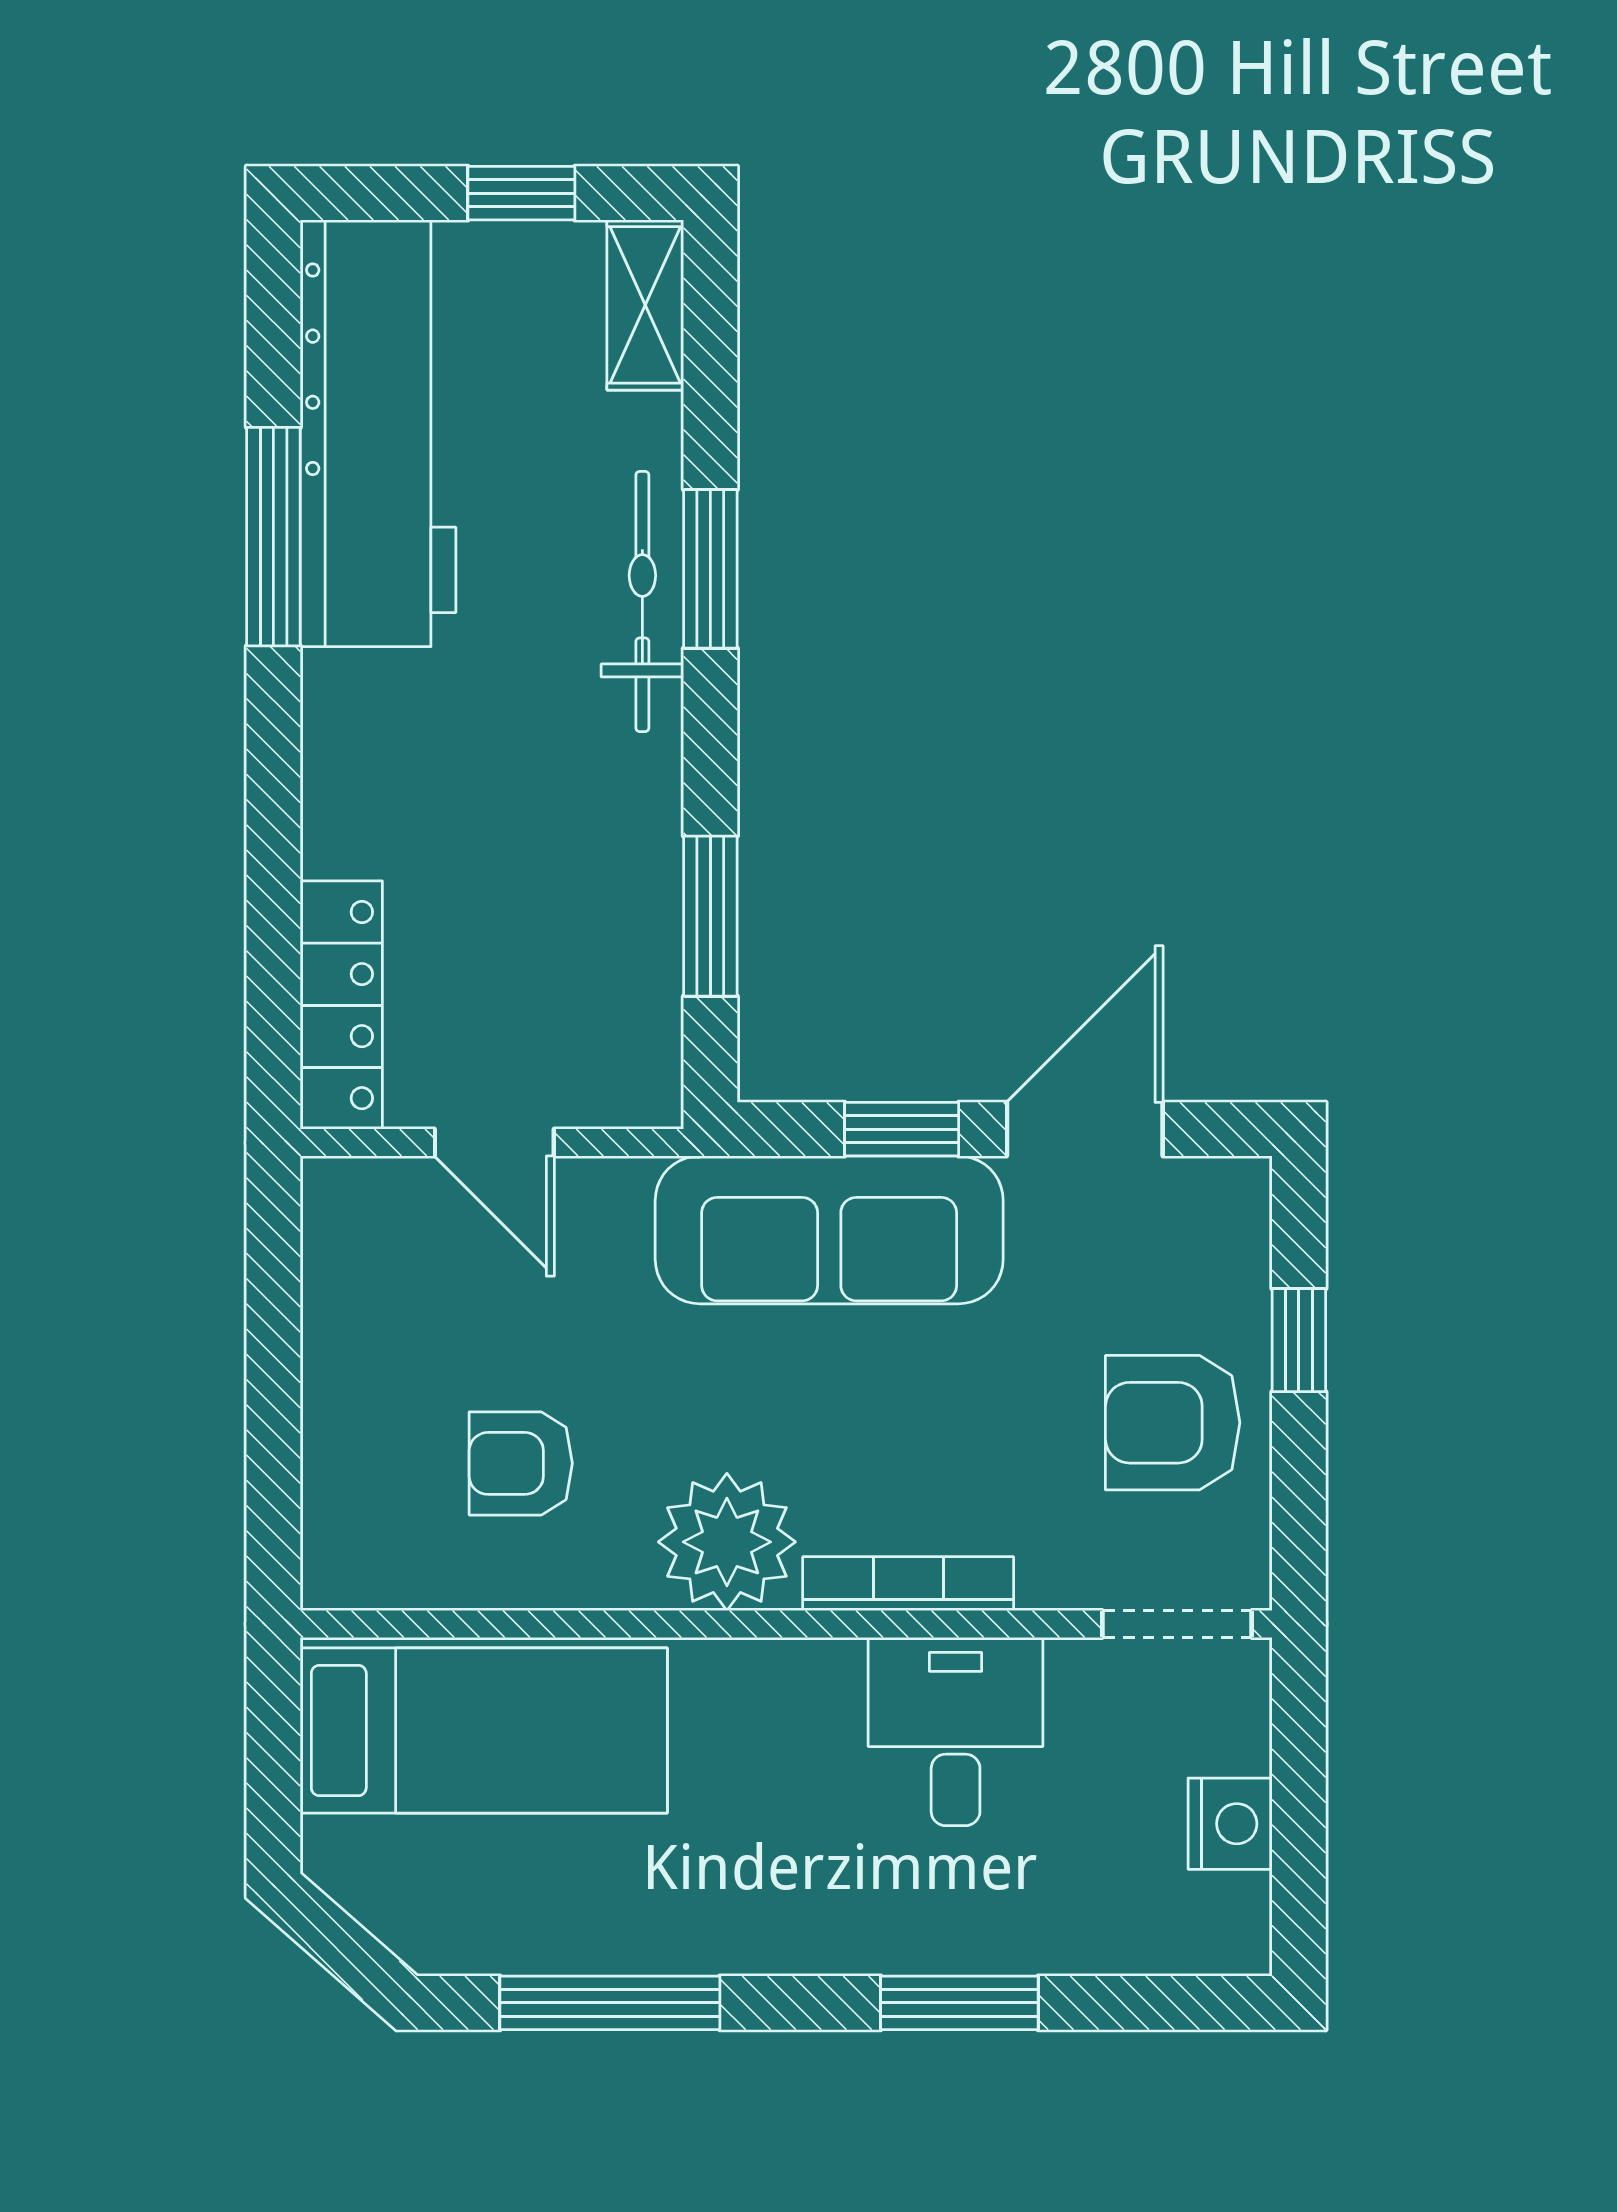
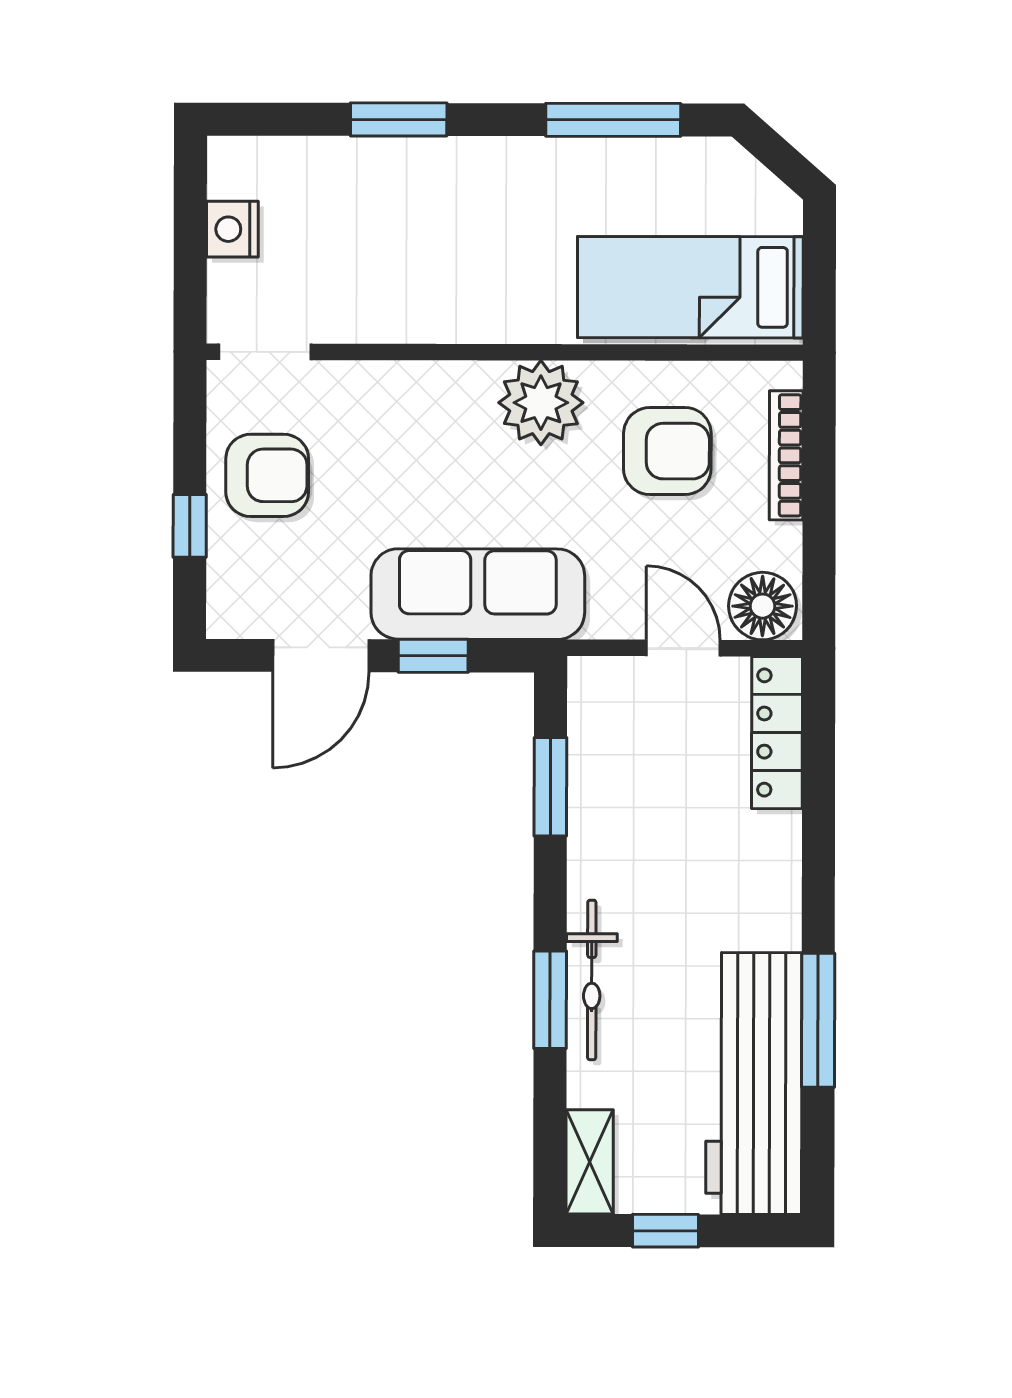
floor lamp: (365, 1211) -> (763, 606), added
armchair: (521, 1463) -> (667, 451), width x1.38, depth x1.38
bookcase: (908, 1584) -> (786, 455), moved, turned 90
desk: (956, 1732) -> (401, 286), removed

